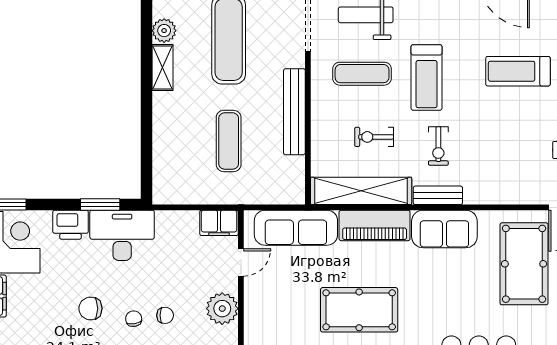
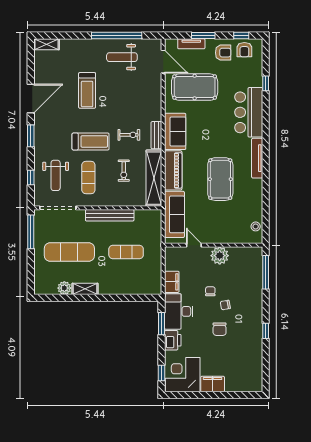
filing cabinet: (219, 223) -> (172, 282), moved
chair: (165, 315) -> (210, 291), moved

